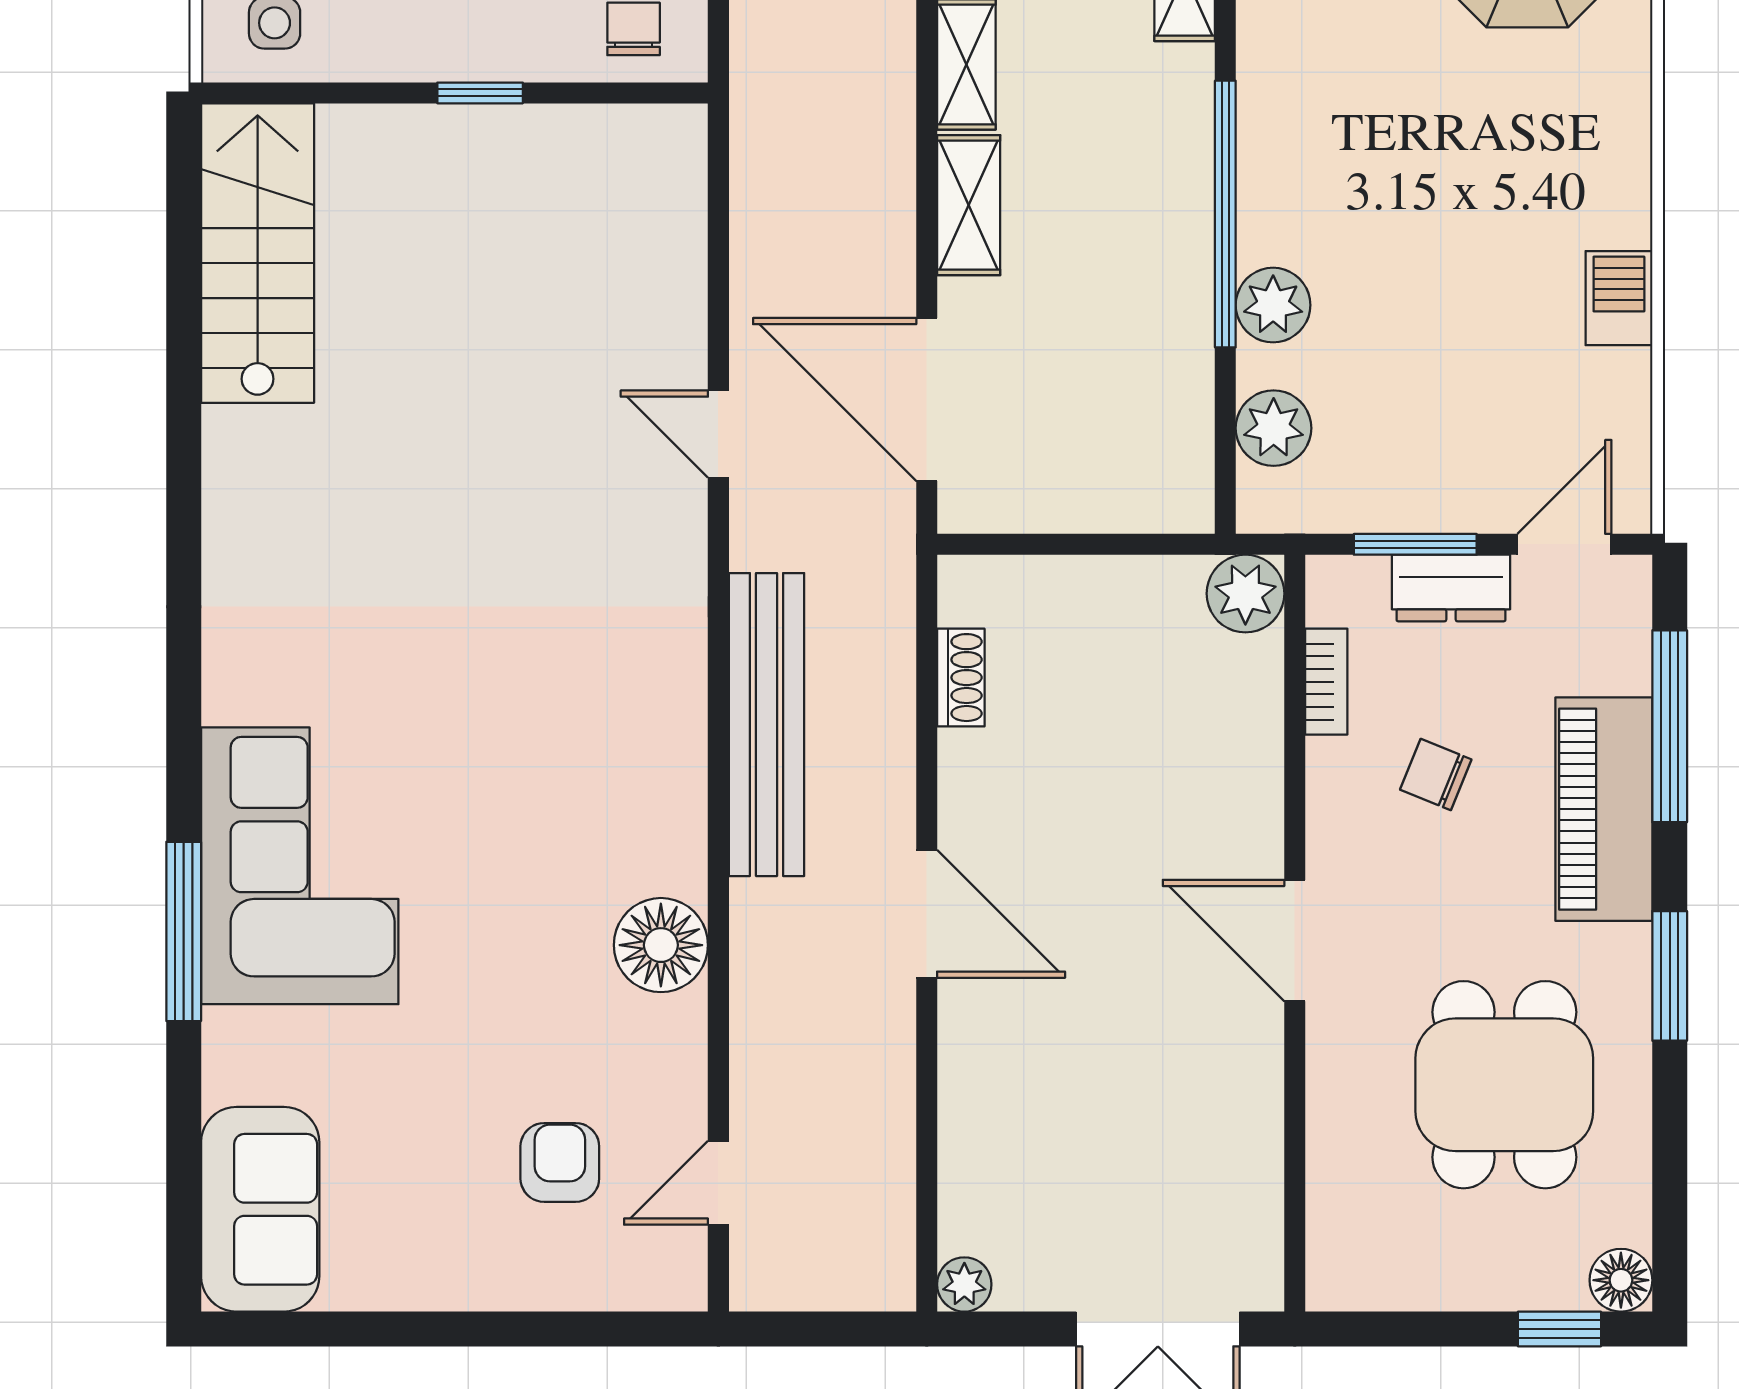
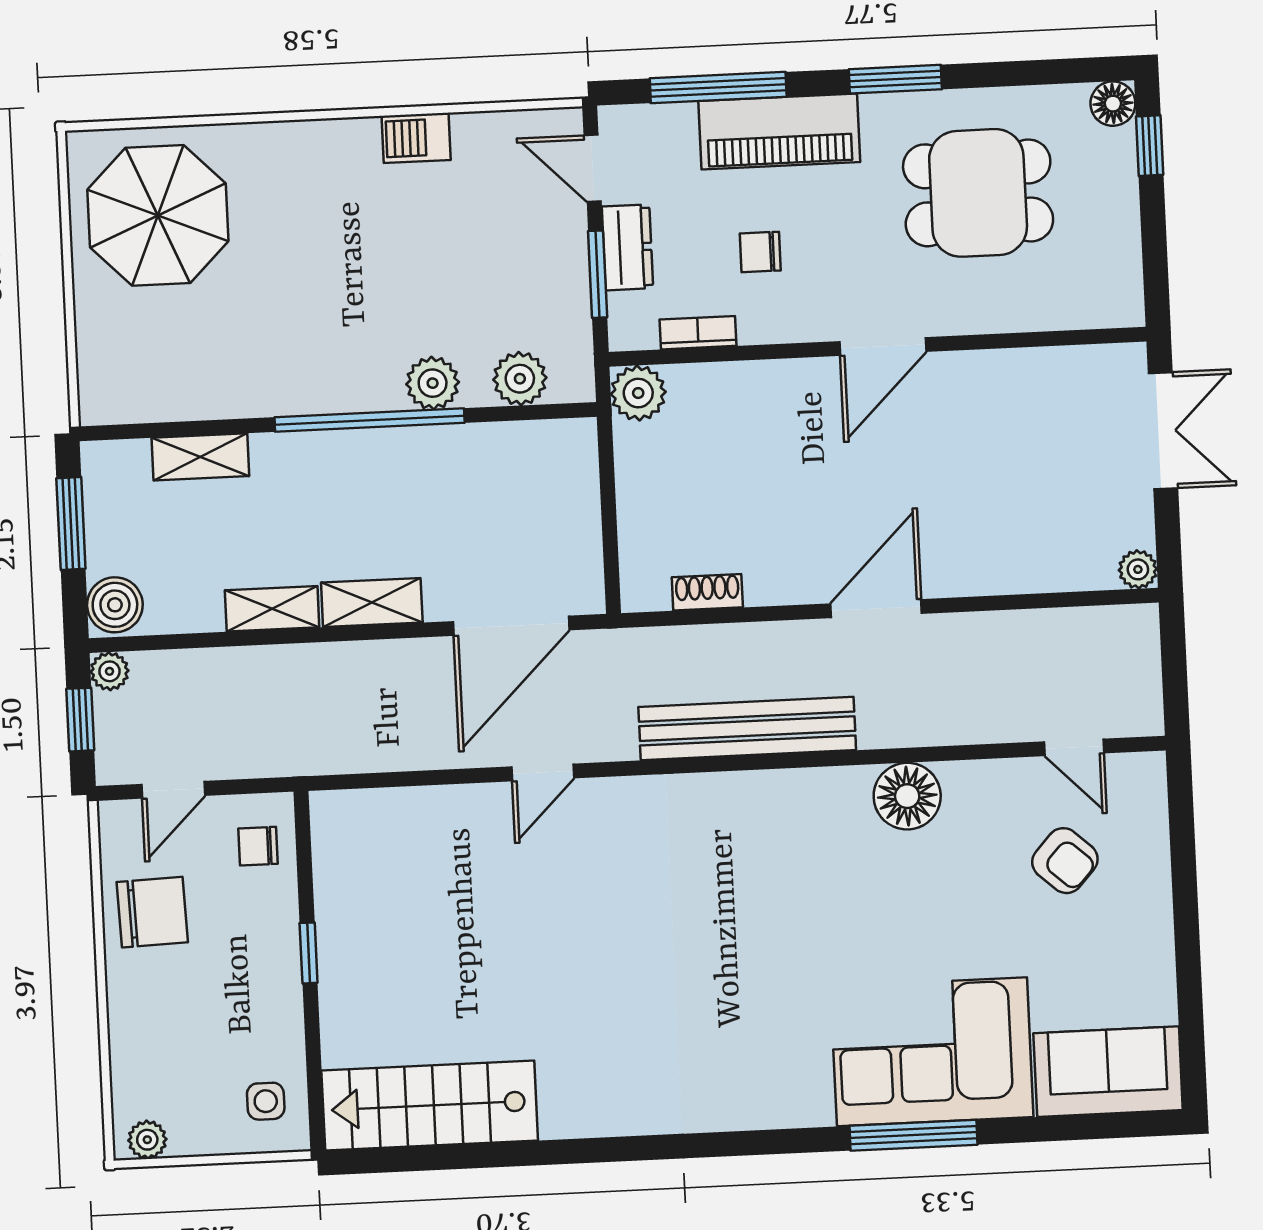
chair: (1436, 775) -> (760, 252), turned 68
corner sofa: (300, 866) -> (932, 1052), moved
armchair: (560, 1162) -> (1065, 861), turned -138

